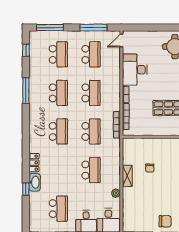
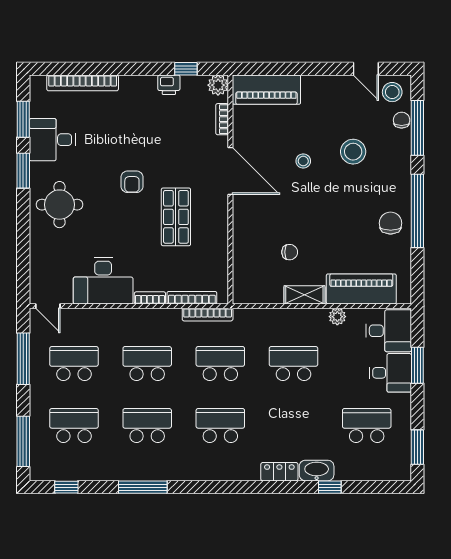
piano: (130, 206) -> (361, 289), added

